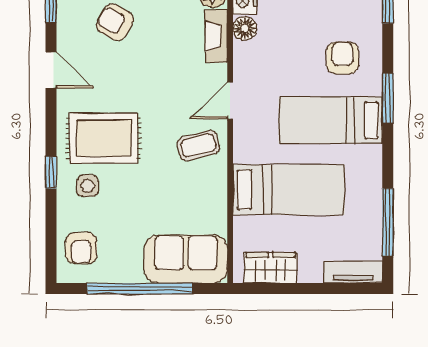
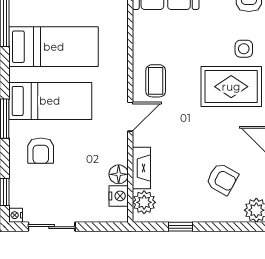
coffee table: (198, 145) -> (156, 81), turned -76
bed: (289, 190) -> (54, 47), moved, turned 180

